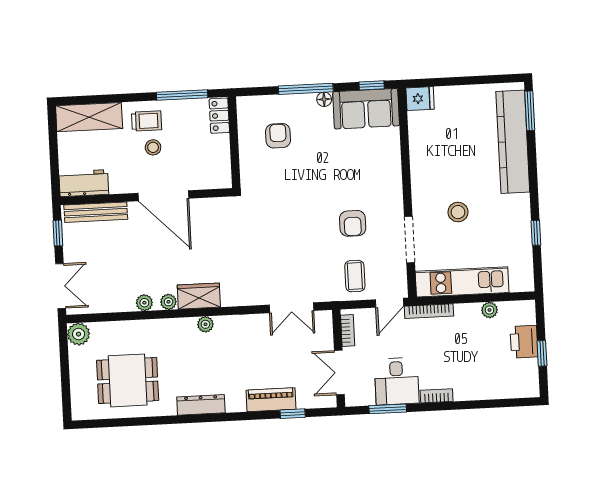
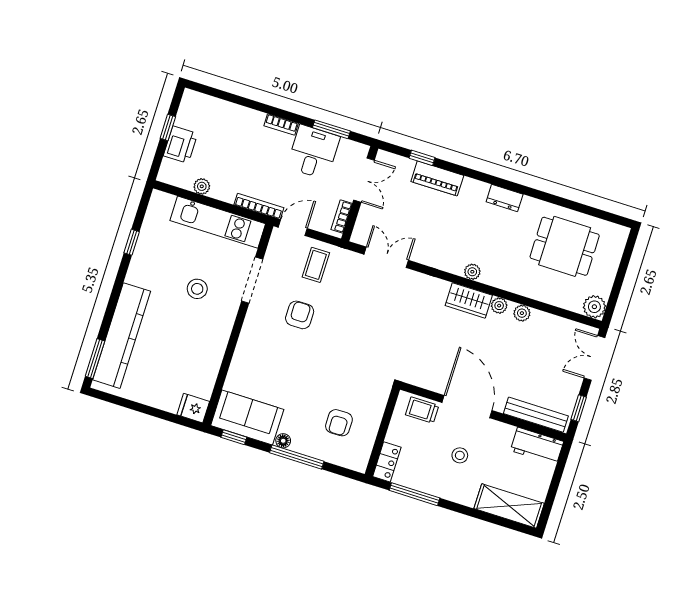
trolley: (146, 121) -> (422, 410), moved
dresser: (201, 405) -> (505, 198), width x0.70

